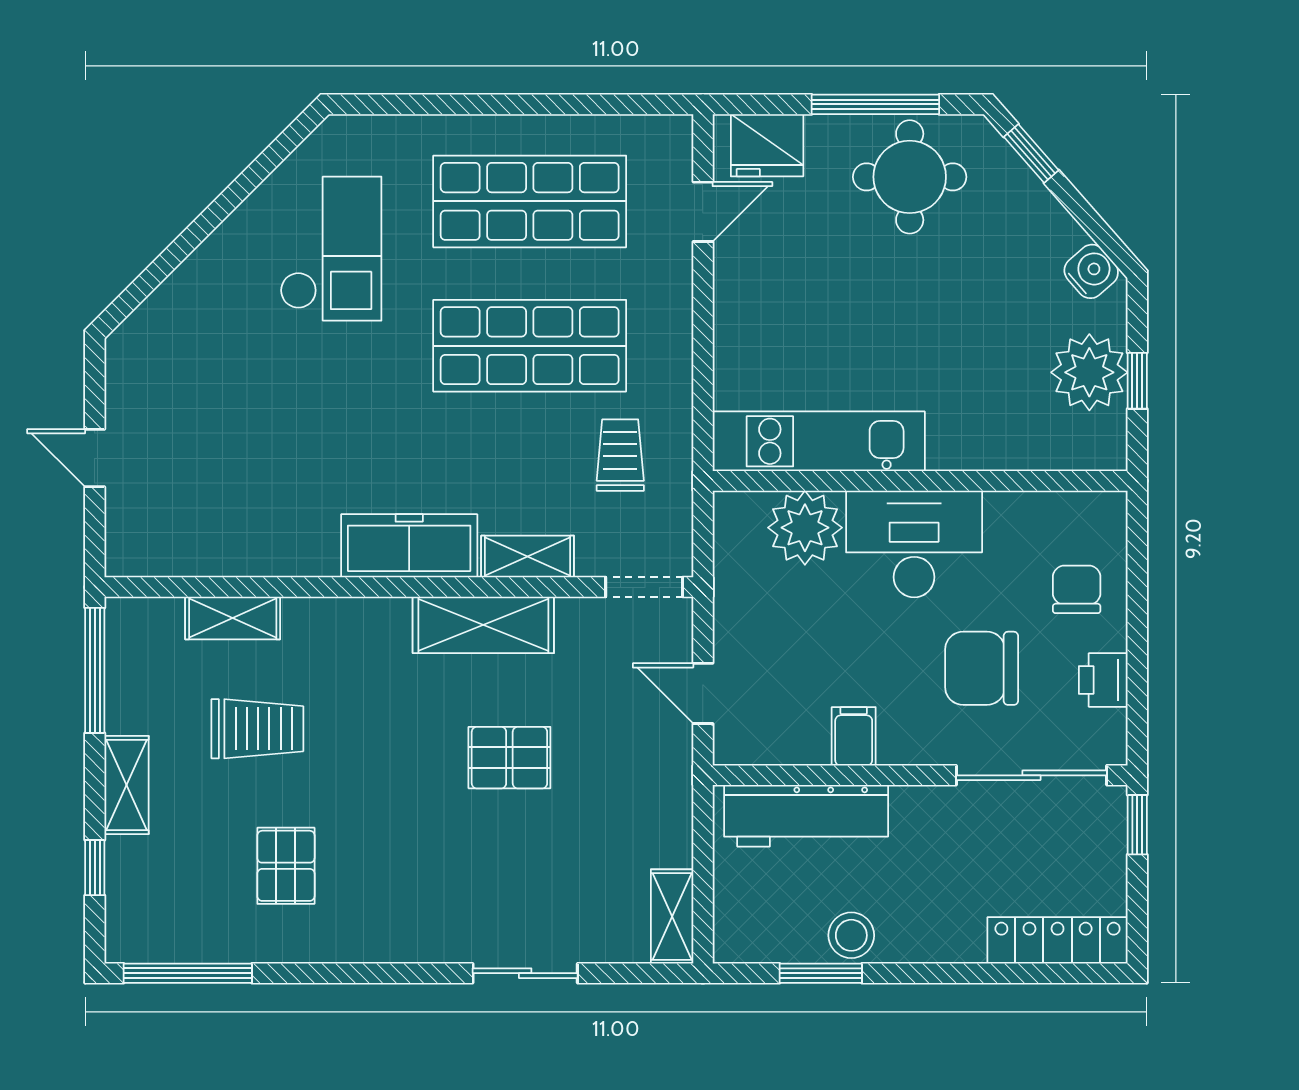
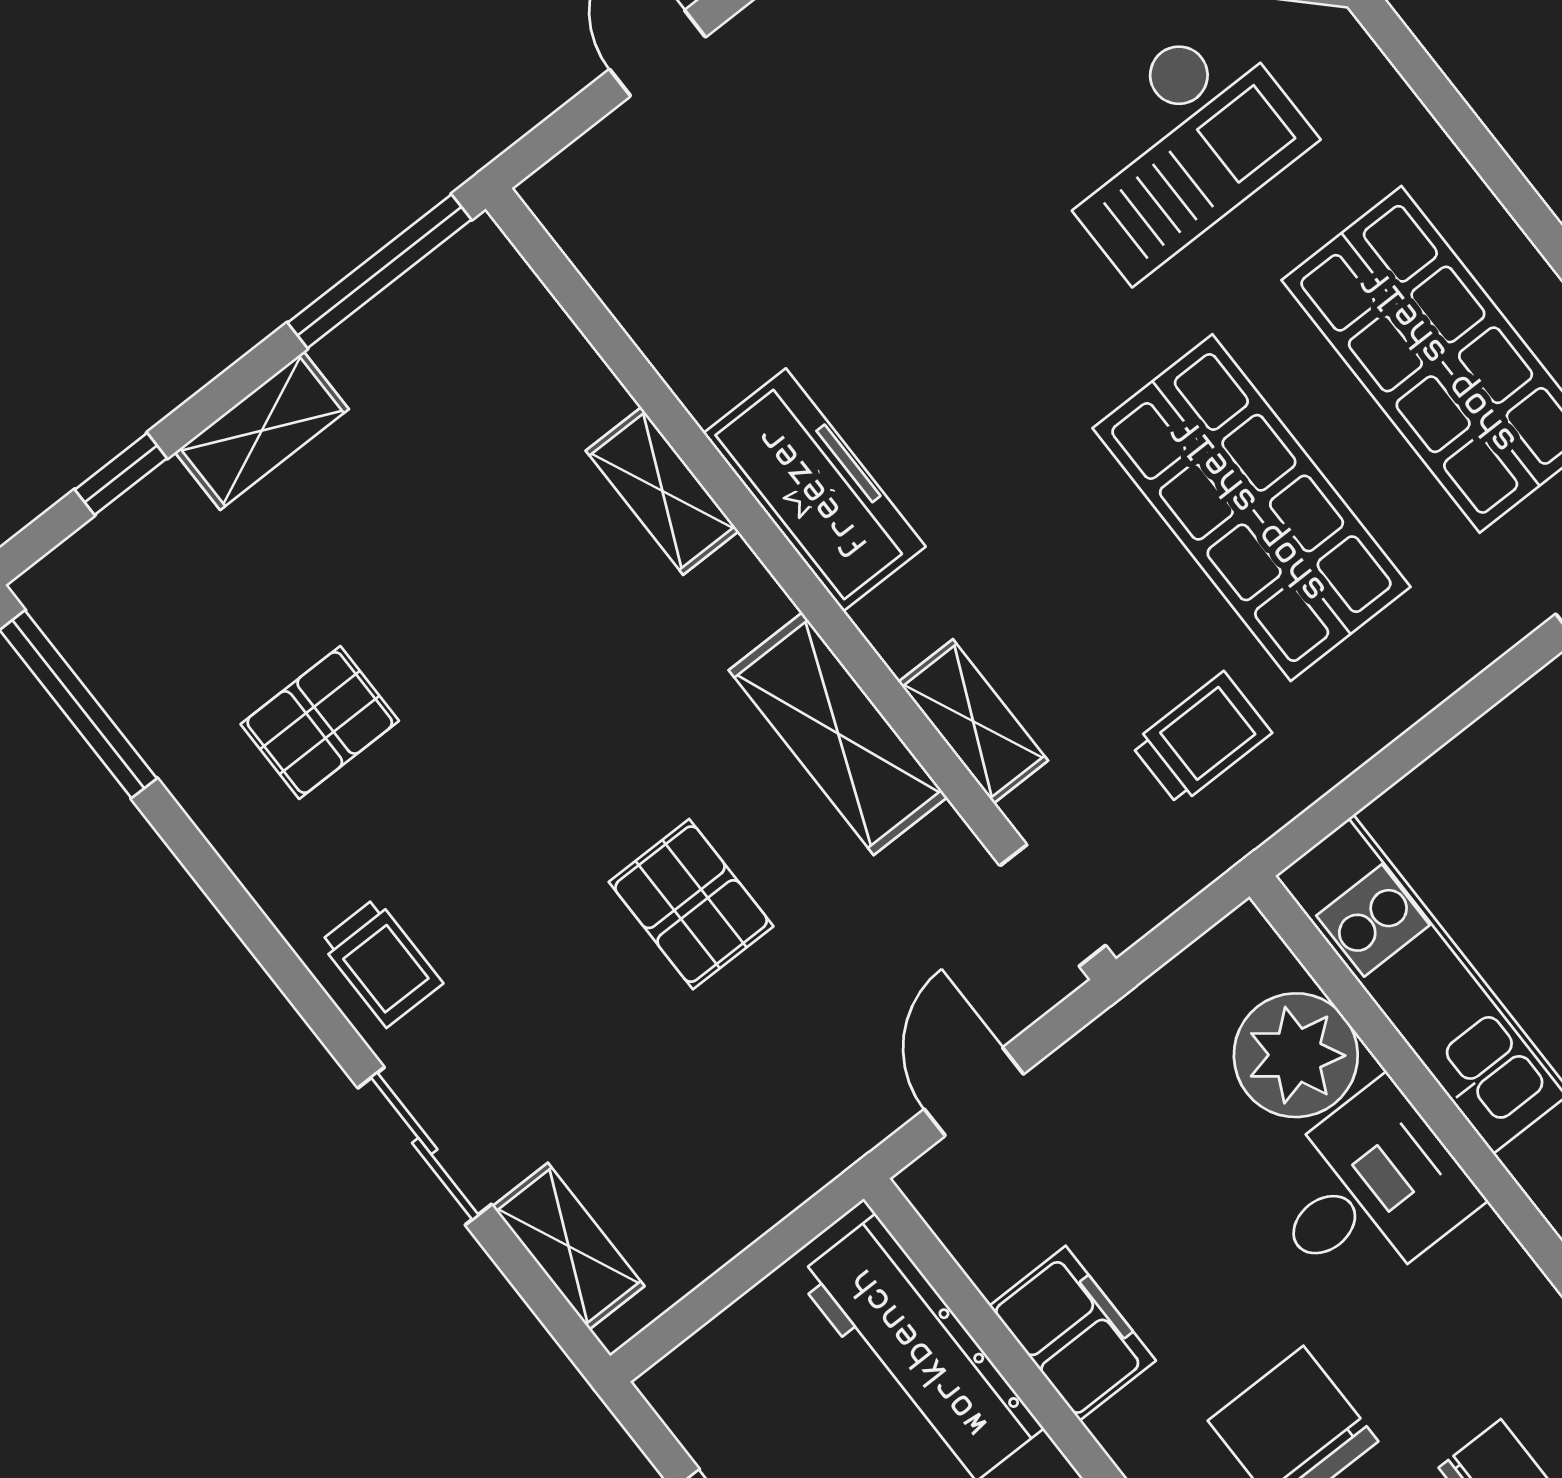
desk: (914, 544) -> (1368, 1191), width x0.73
freezer: (409, 546) -> (814, 490), moved
shelving: (233, 618) -> (662, 491), moved
trolley: (257, 729) -> (381, 963), moved, width x0.73, depth x0.72
filing cabinet: (854, 736) -> (1073, 1333), width x2.00
shelving: (672, 916) -> (568, 1246), moved, turned 90

